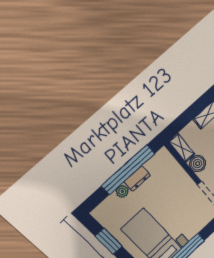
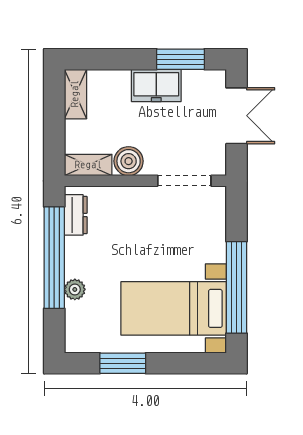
dresser: (137, 179) -> (76, 215), moved

